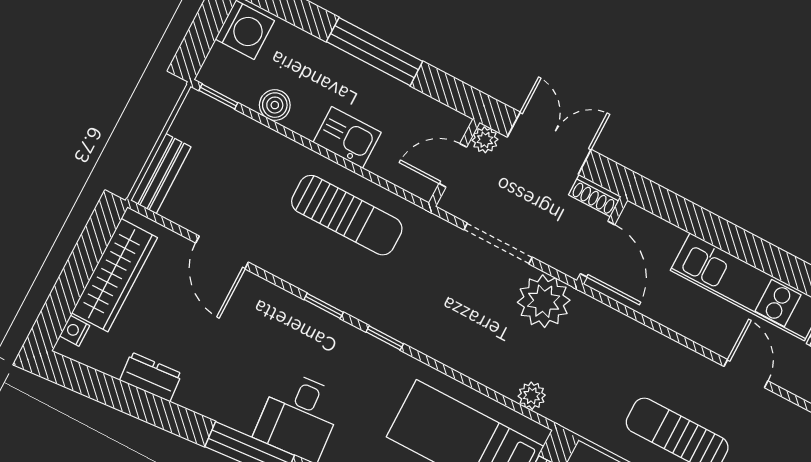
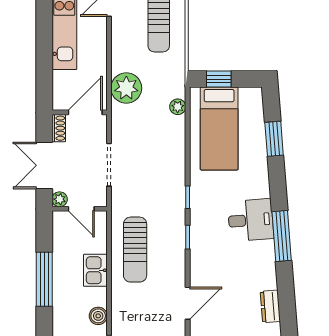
sun lounger: (347, 215) -> (135, 250), turned 180
plant: (544, 301) -> (126, 88), moved

